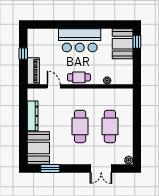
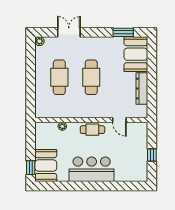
piano: (33, 71) -> (141, 136), removed

